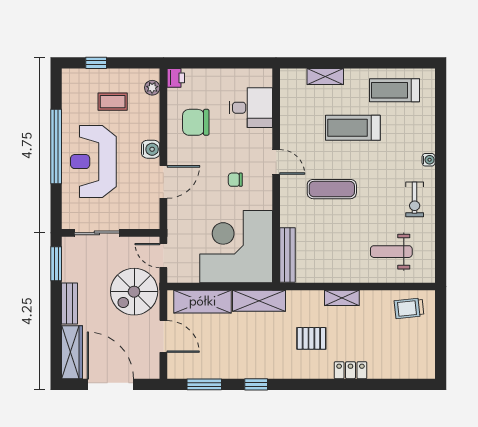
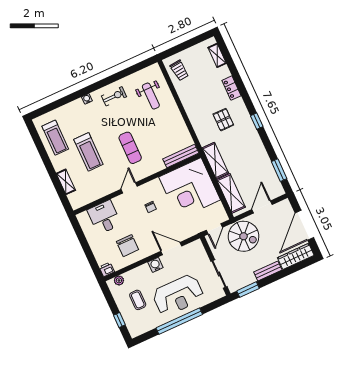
shelving: (342, 298) -> (217, 55), moved
window: (256, 384) -> (257, 121), moved

